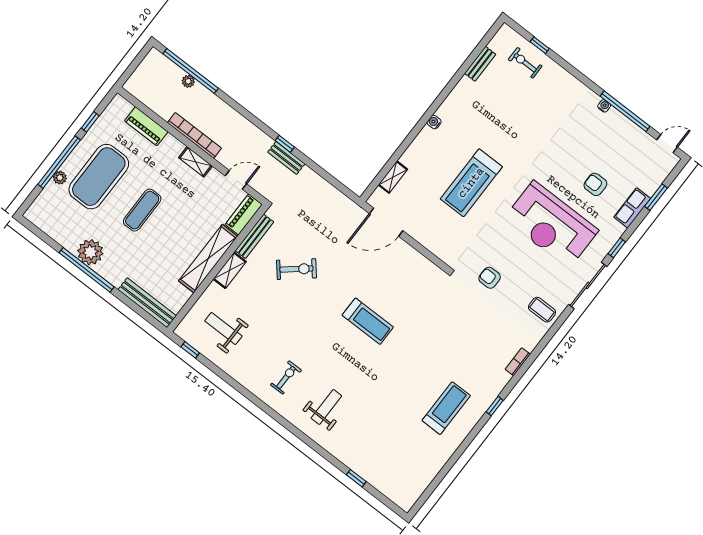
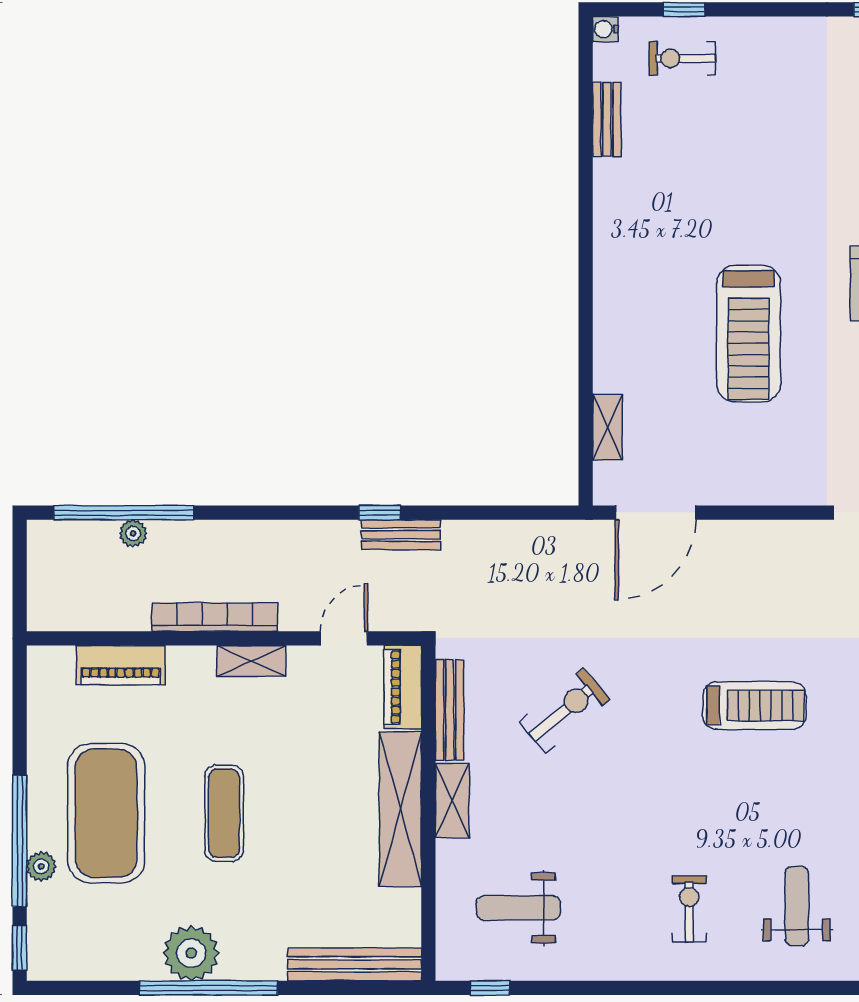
window: (90, 122) -> (20, 948), moved
water cooler: (434, 122) -> (605, 29), moved

